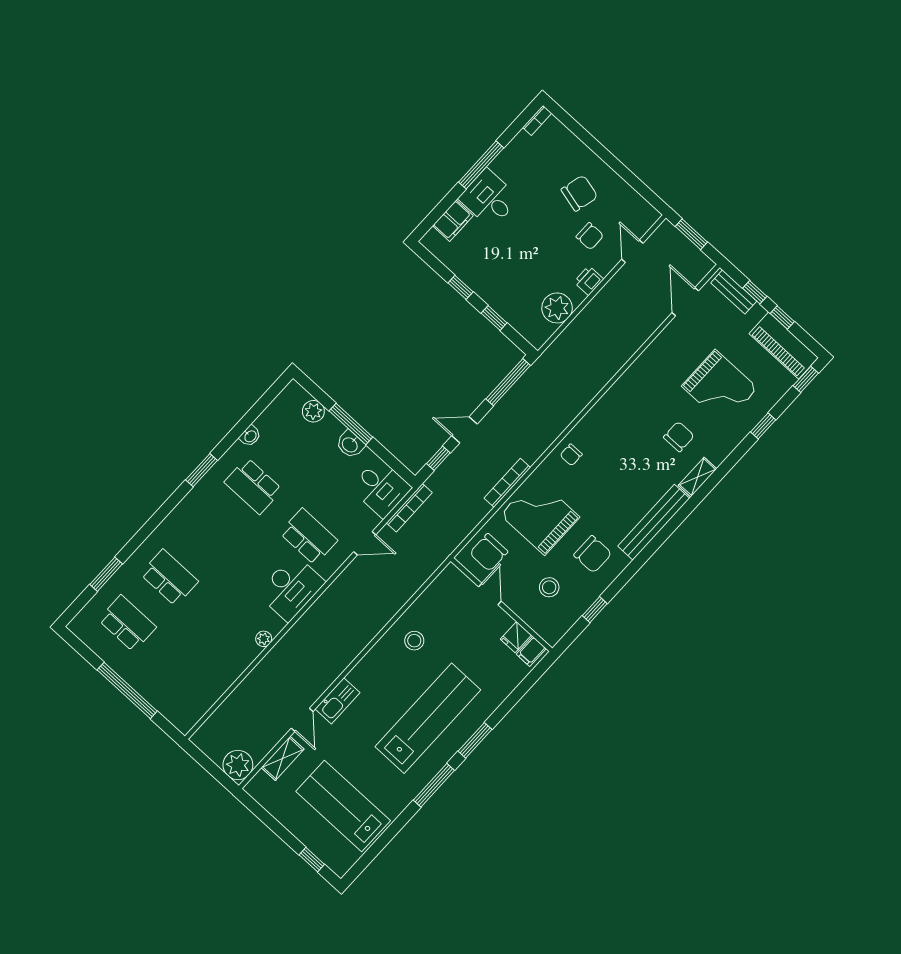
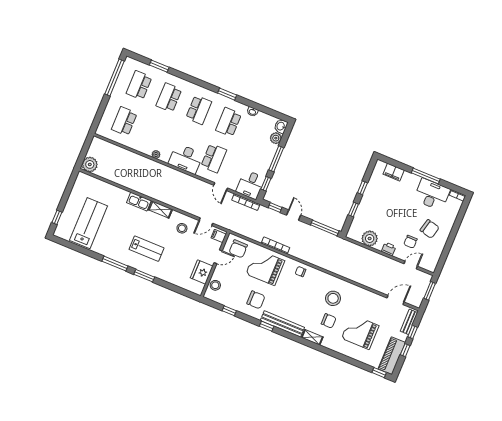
desk: (489, 198) -> (432, 194), moved, width x1.37
grand piano: (720, 387) -> (360, 332), turned 90
stool: (641, 414) -> (333, 298), added
window: (763, 426) -> (267, 326), moved
washbasin: (350, 444) -> (281, 126), moved
window: (389, 459) -> (266, 184), added
grand piano: (540, 516) -> (265, 267), turned -90
school desk: (211, 532) -> (199, 110), added
chair: (489, 552) -> (238, 249), turned -90
chair: (593, 554) -> (256, 300), turned -90
school desk: (169, 578) -> (169, 98), turned 180
stool: (549, 587) -> (215, 285), moved
school desk: (127, 623) -> (139, 85), turned 180
fridge: (516, 637) -> (202, 272), width x1.88, depth x1.34
filing cabinet: (531, 651) -> (219, 236), moved
school desk: (183, 674) -> (124, 121), added
window: (127, 691) -> (114, 77), moved
lab bench: (428, 718) -> (146, 249), width x0.54, depth x0.72
door: (302, 720) -> (206, 222), moved
shelving: (283, 758) -> (160, 210), moved

